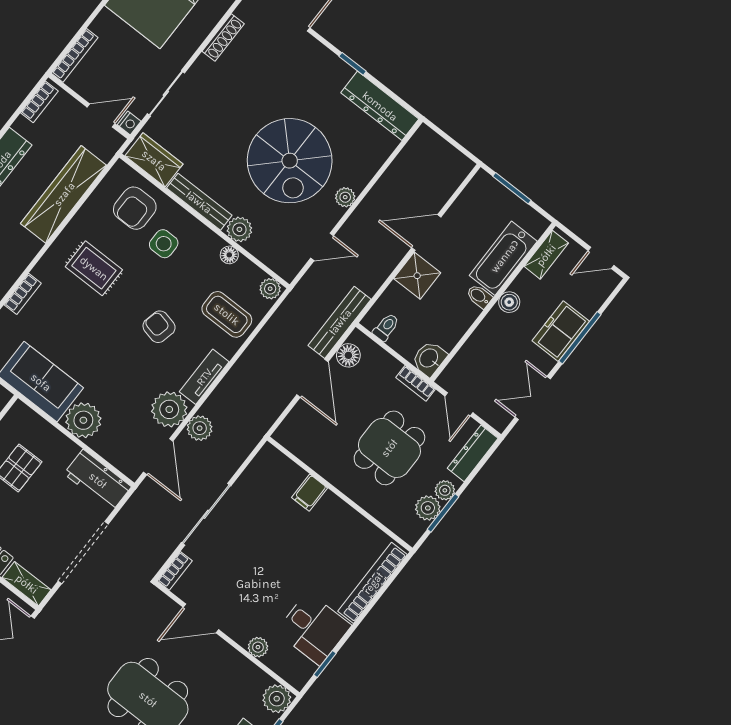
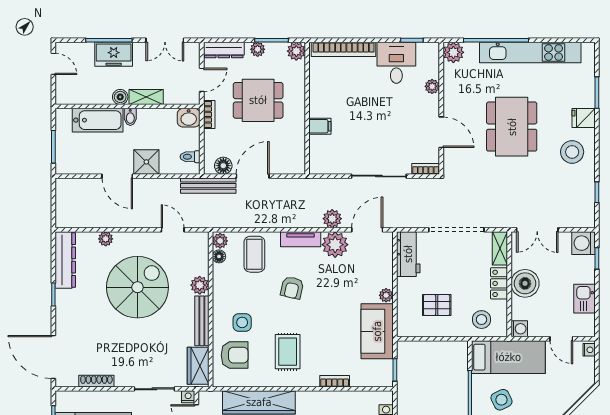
plant: (345, 197) -> (106, 239), moved
floor lamp: (229, 255) -> (219, 256), moved
shelving: (546, 255) -> (146, 97), moved
plant: (83, 420) -> (386, 295), width x0.53, depth x0.53
plant: (428, 508) -> (296, 51), moved

